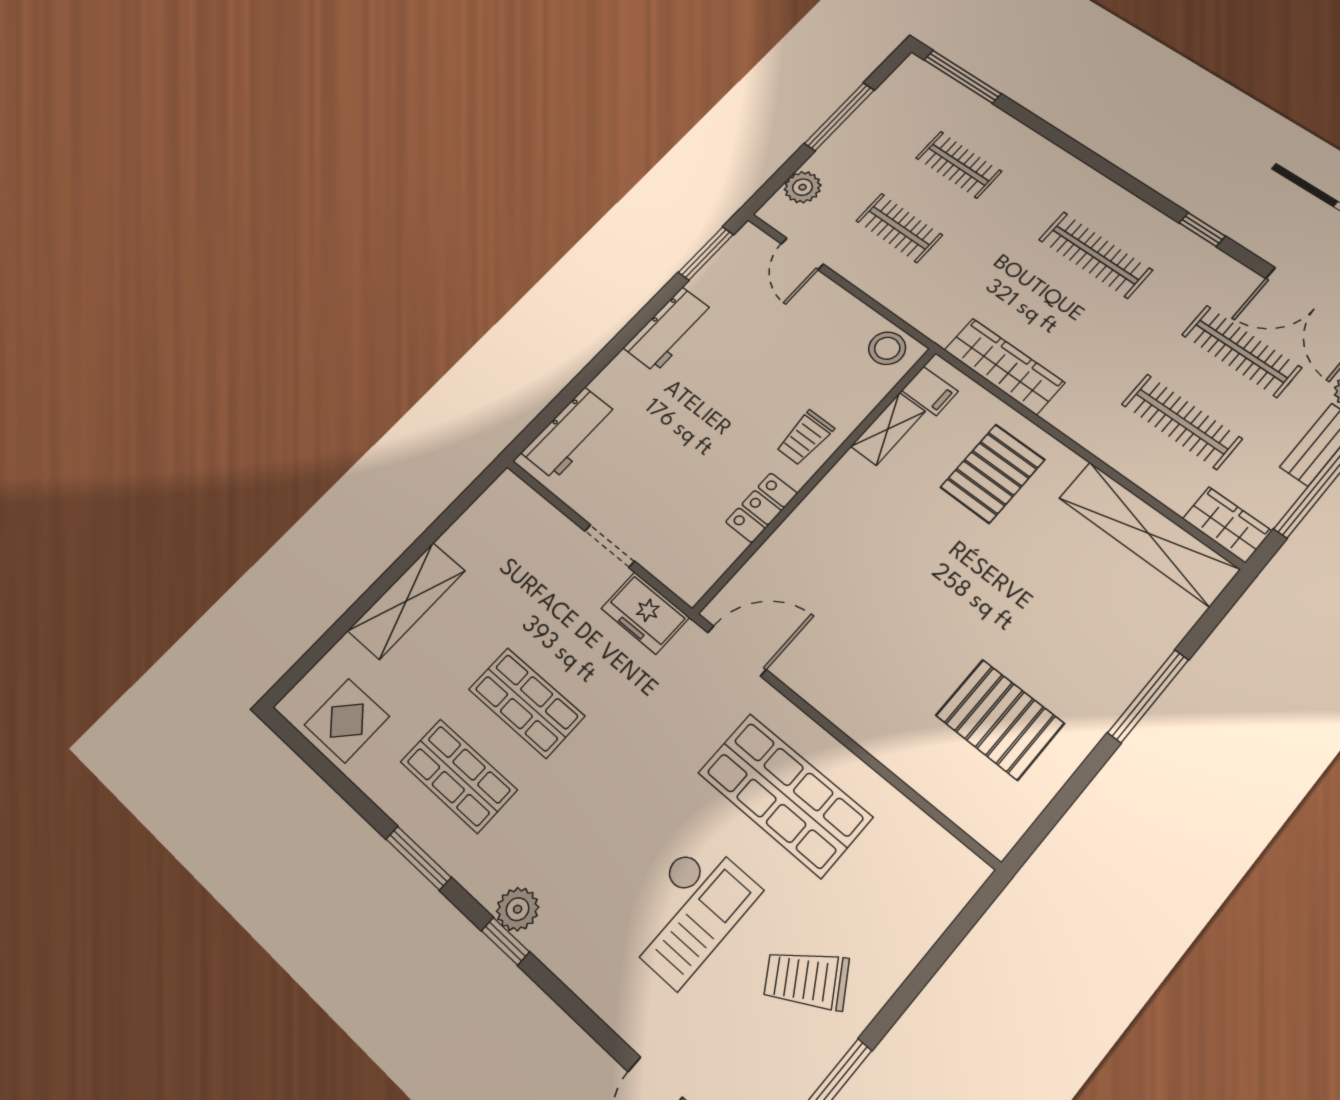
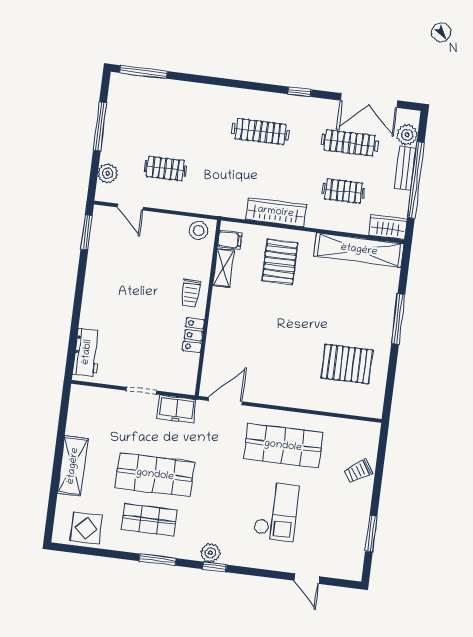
clothes rail: (959, 165) -> (172, 120), removed
workbench: (669, 330) -> (96, 279), removed
wardrobe: (1004, 366) -> (276, 212), moved
clothes rail: (1182, 421) -> (344, 191), width x0.73
shop shelf: (526, 703) -> (155, 475), width x1.43, depth x1.36
trolley: (806, 980) -> (358, 471), moved, width x0.73, depth x0.72

